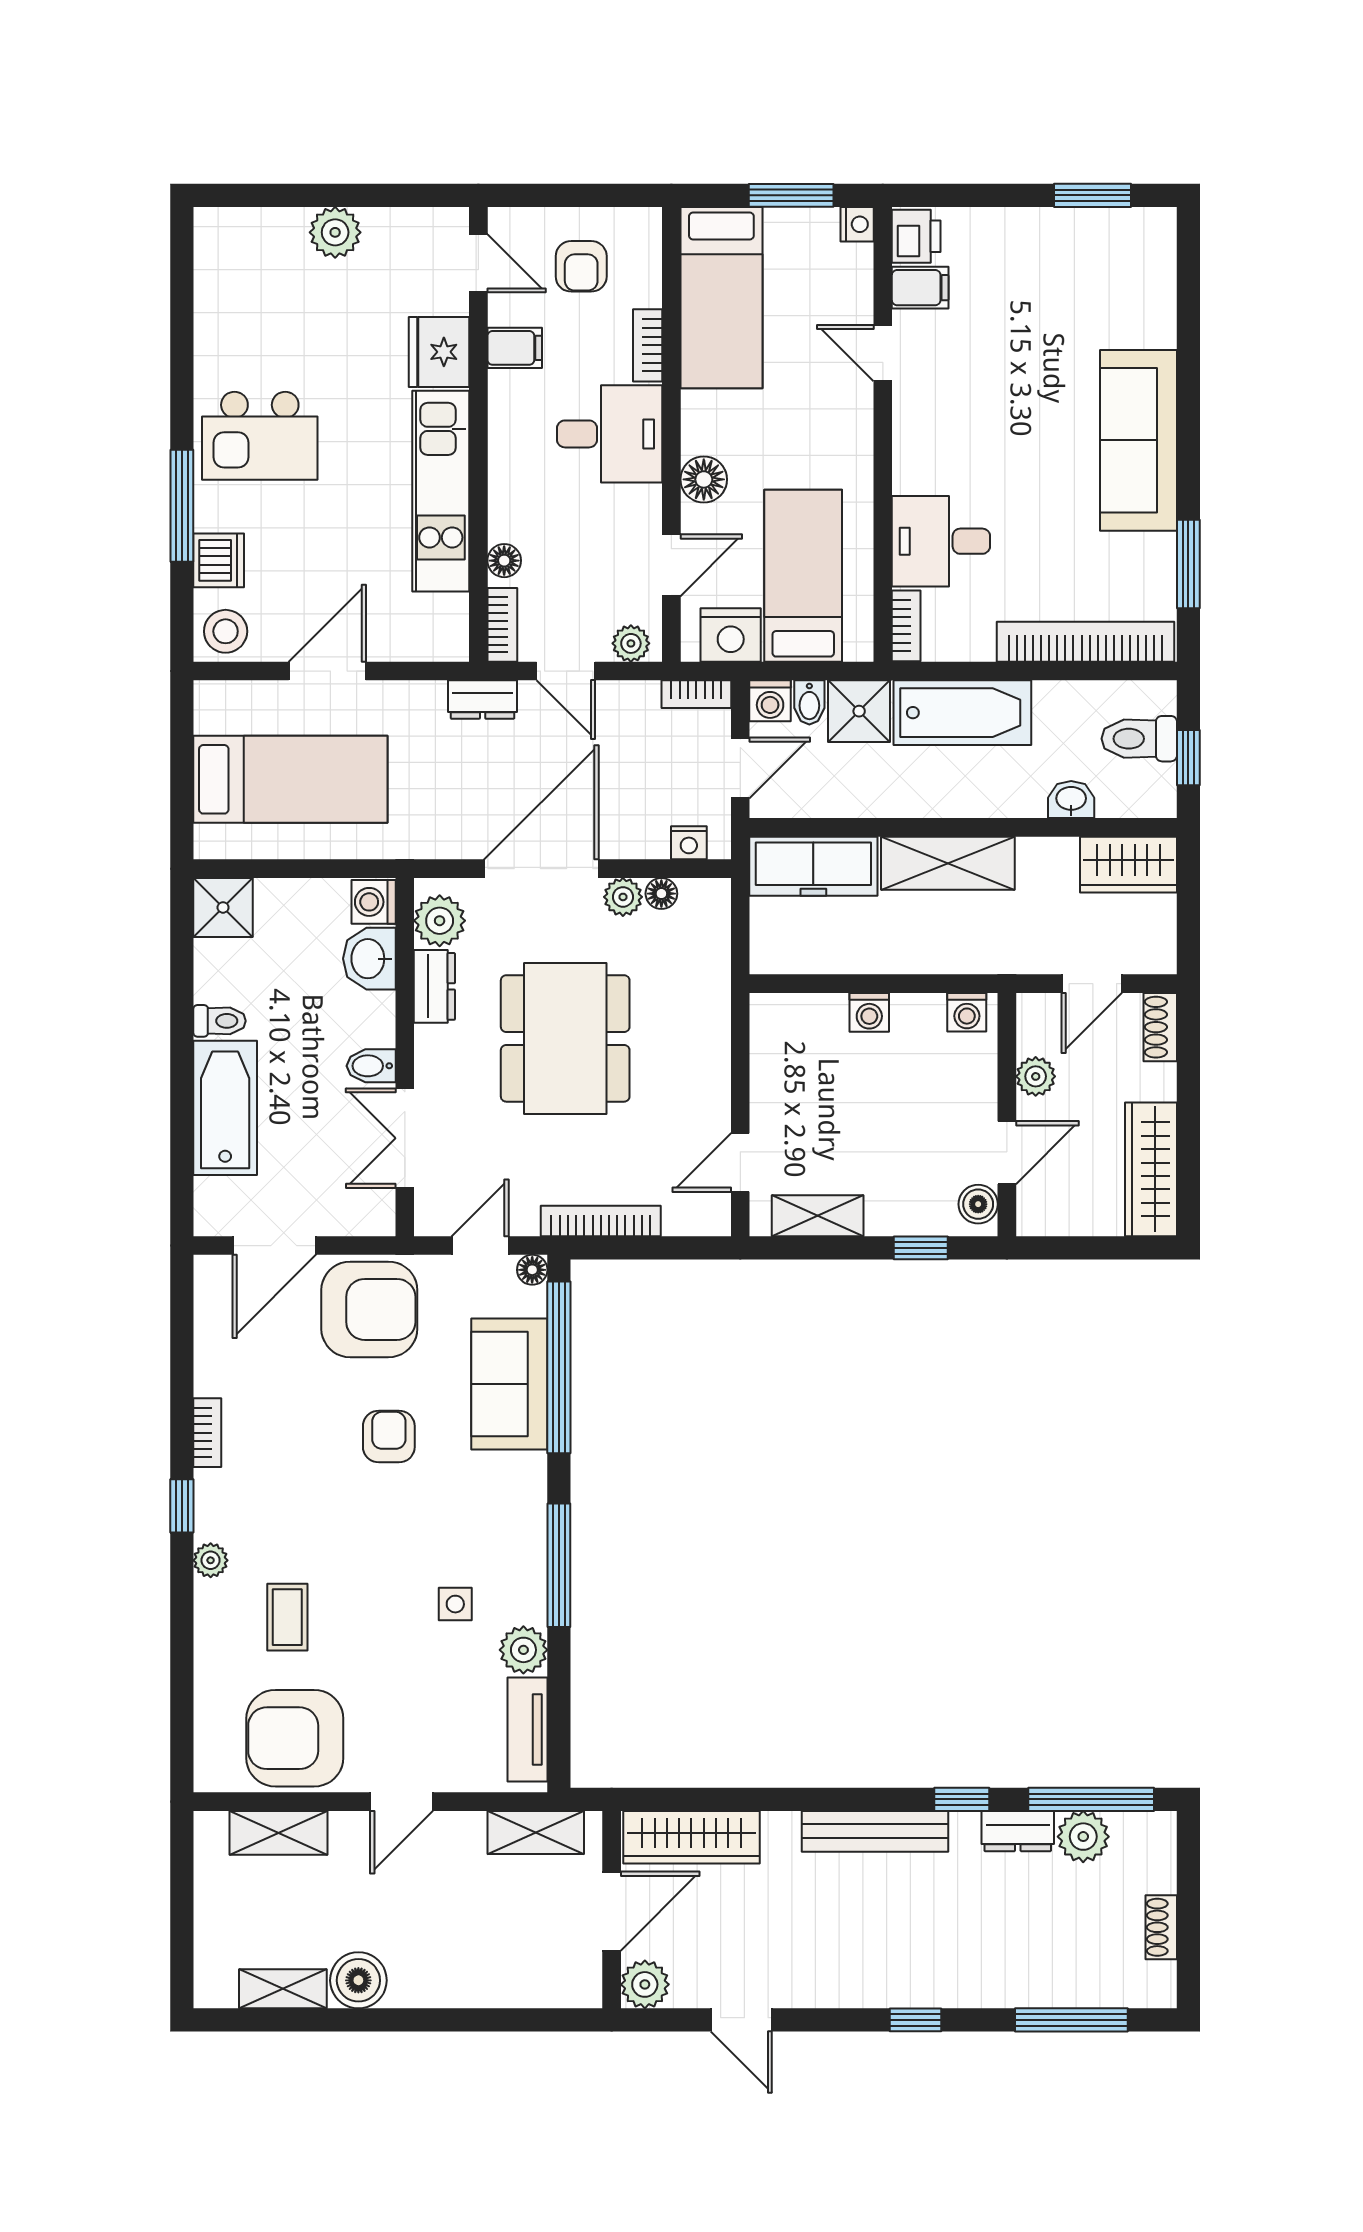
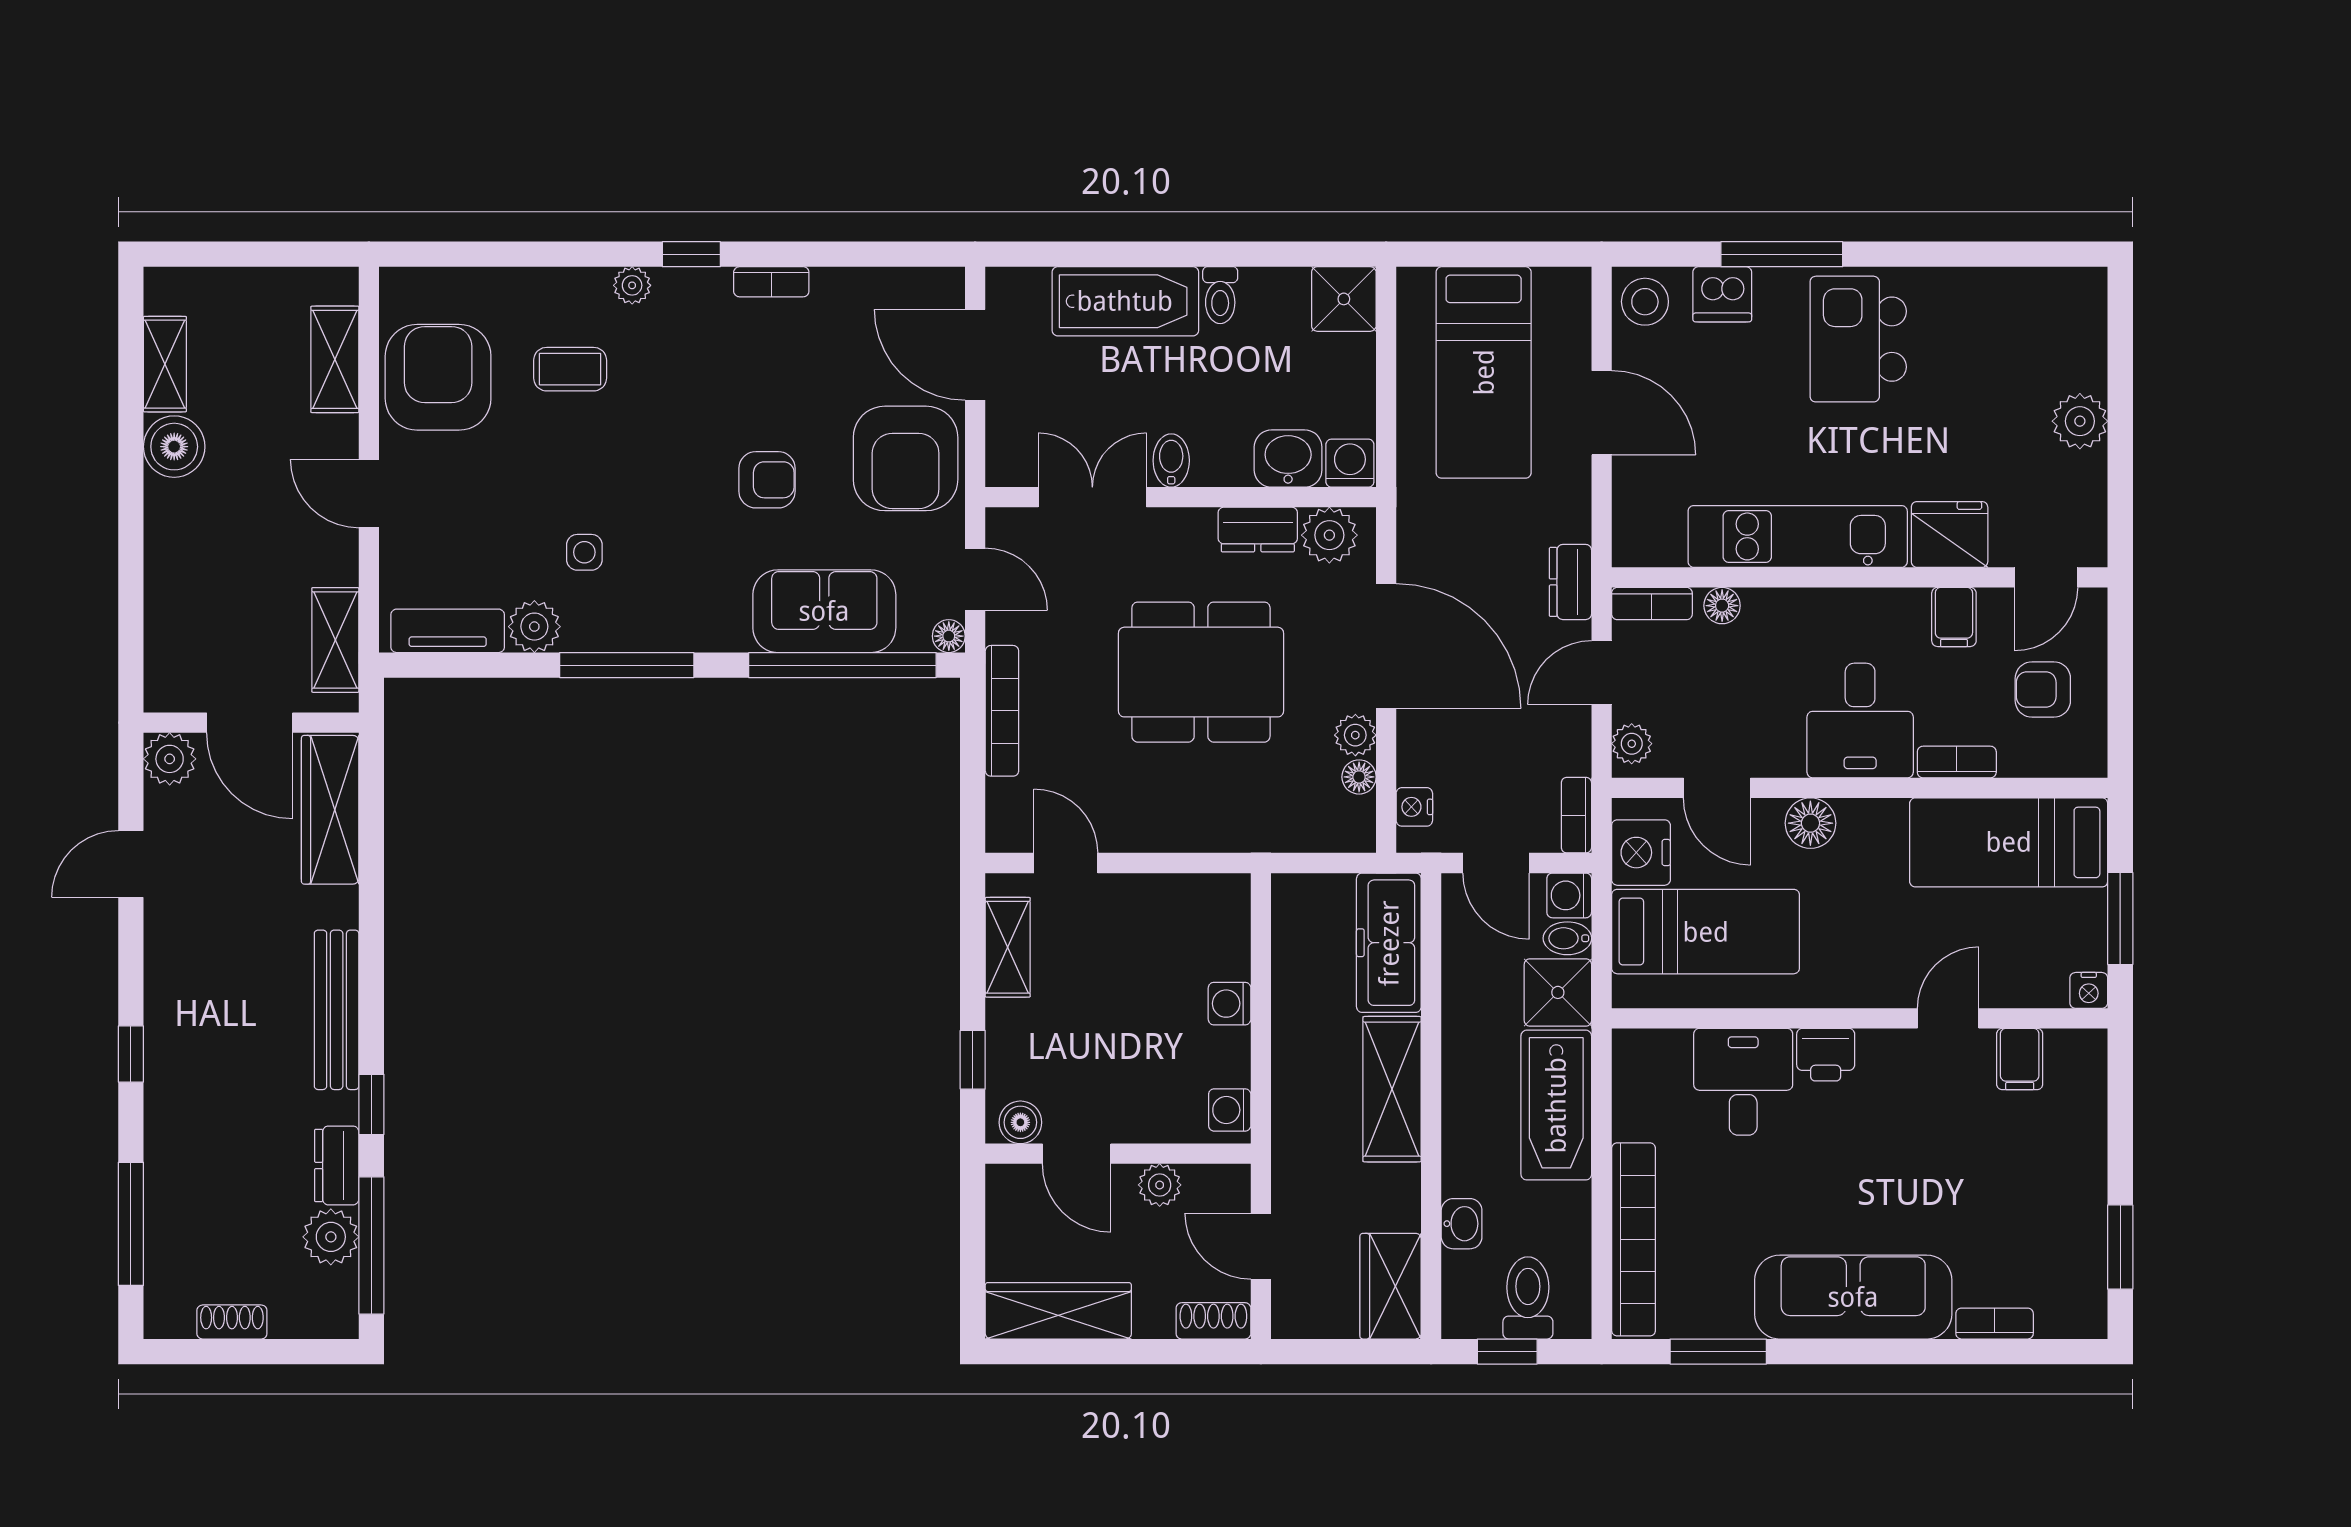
printer: (916, 236) -> (1826, 1055), moved
bookcase: (906, 626) -> (1995, 1324), moved, turned 180

